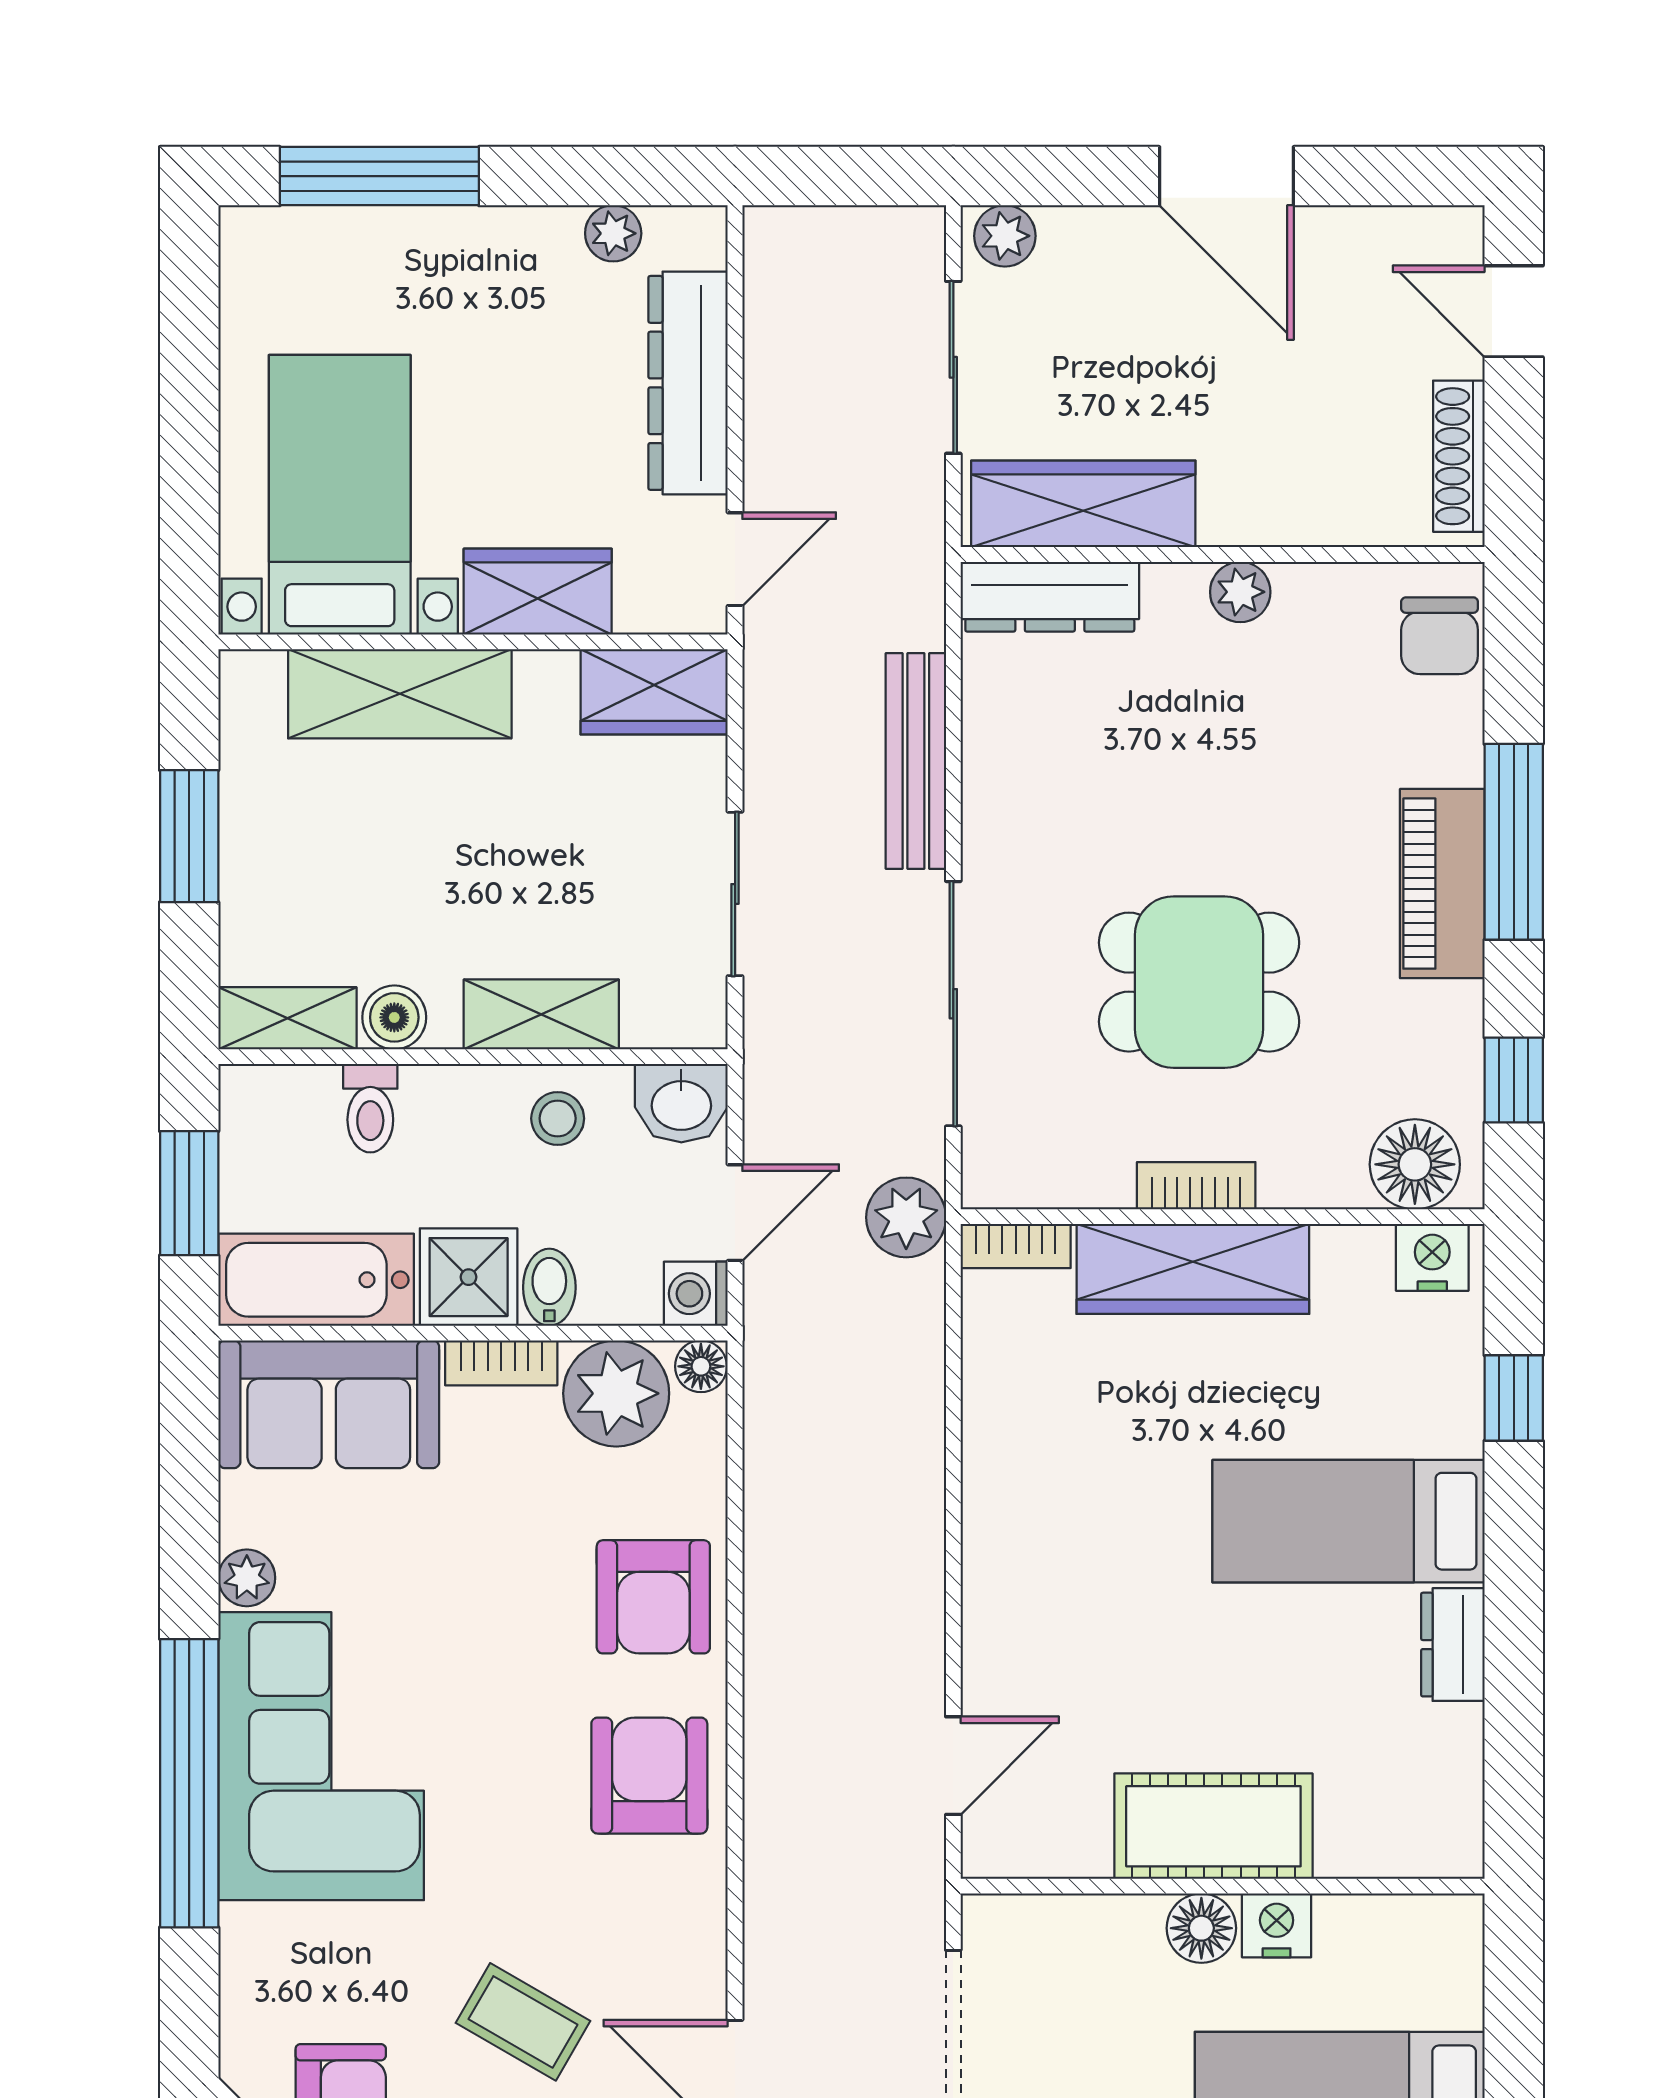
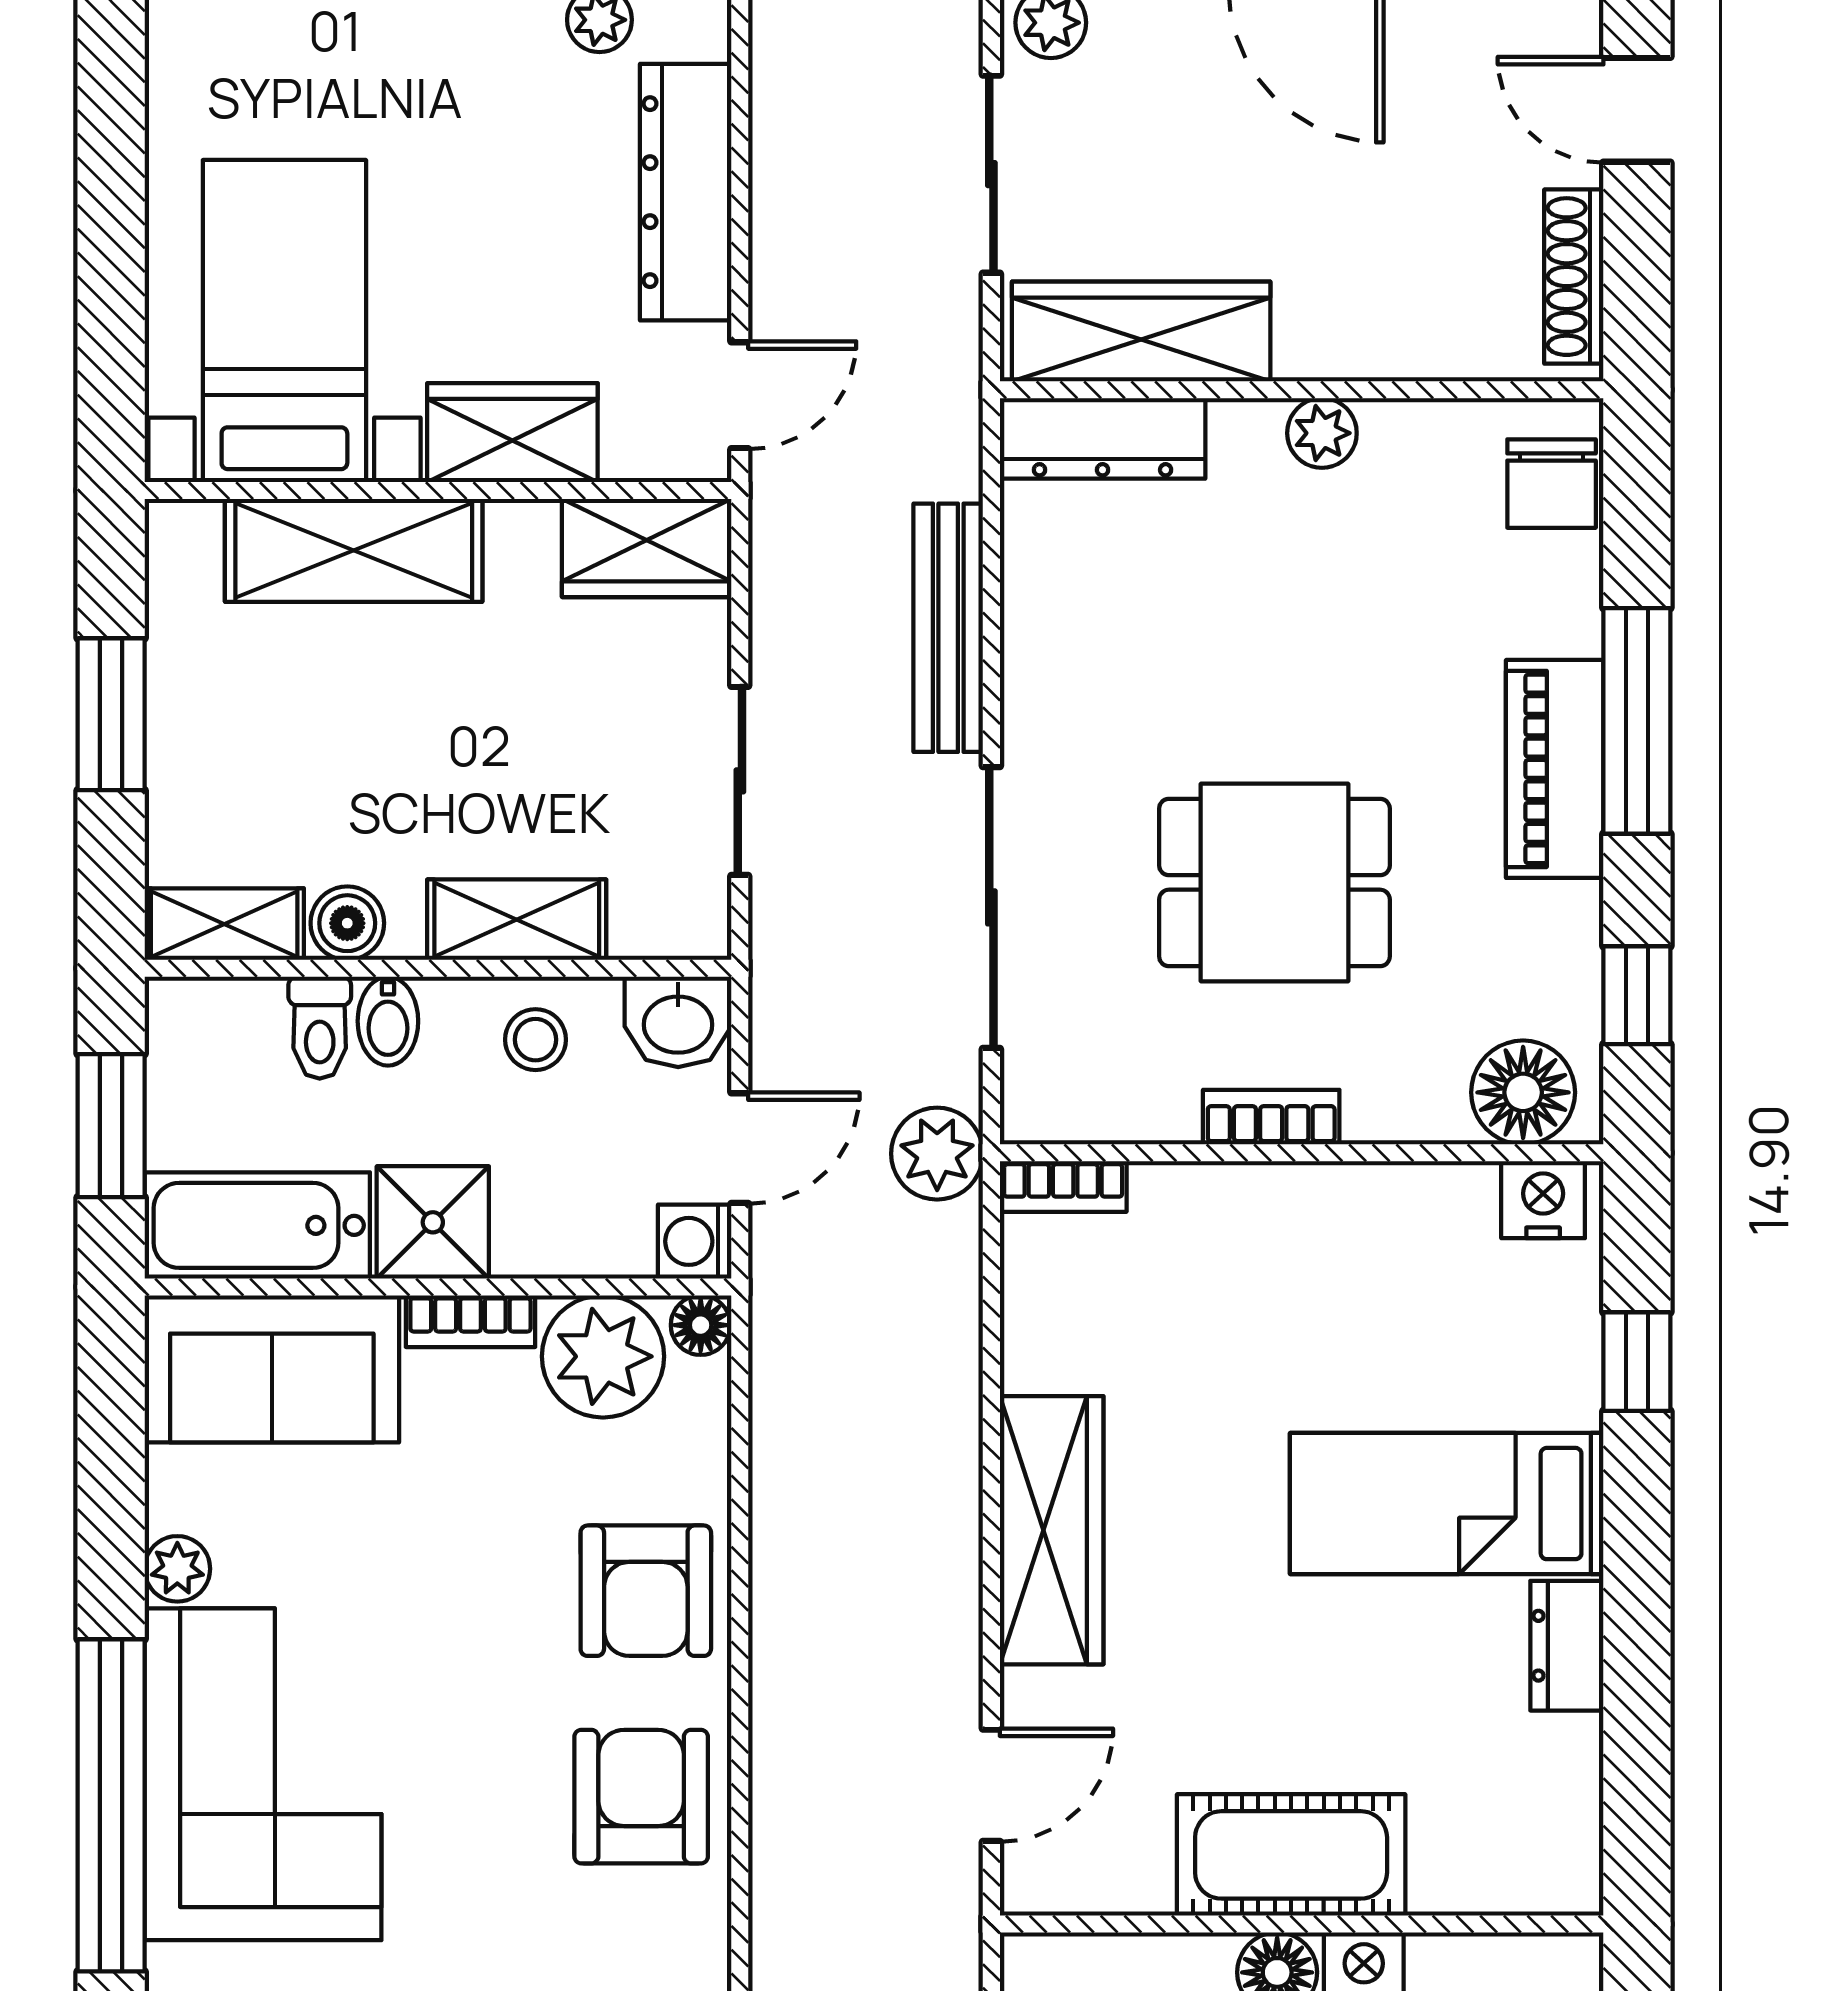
wardrobe: (1193, 1269) -> (1052, 1530), moved, turned -90
bidet: (549, 1287) -> (388, 1021), moved, turned 180

